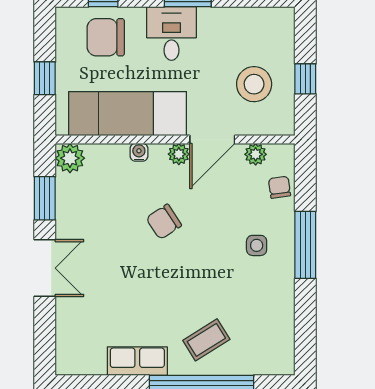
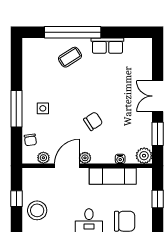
stool: (254, 84) -> (37, 210), moved
exam couch: (128, 114) -> (113, 176), width x0.73, depth x0.69
water cooler: (139, 152) -> (120, 159), moved

